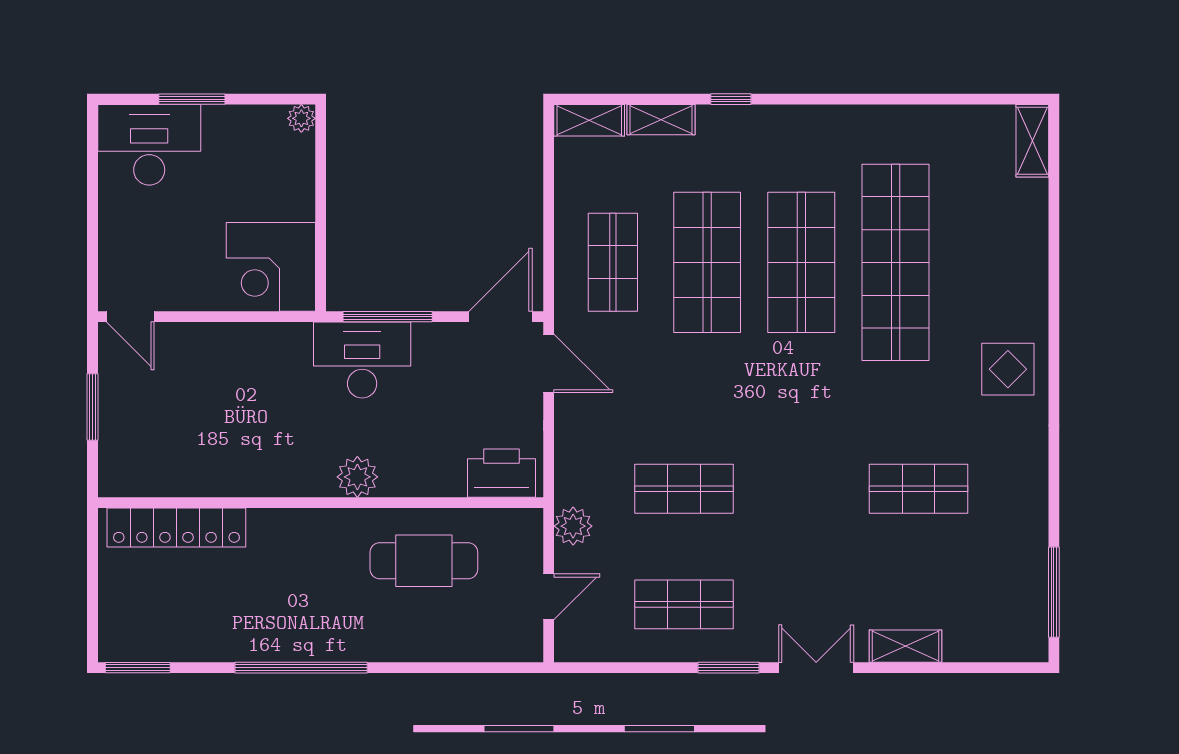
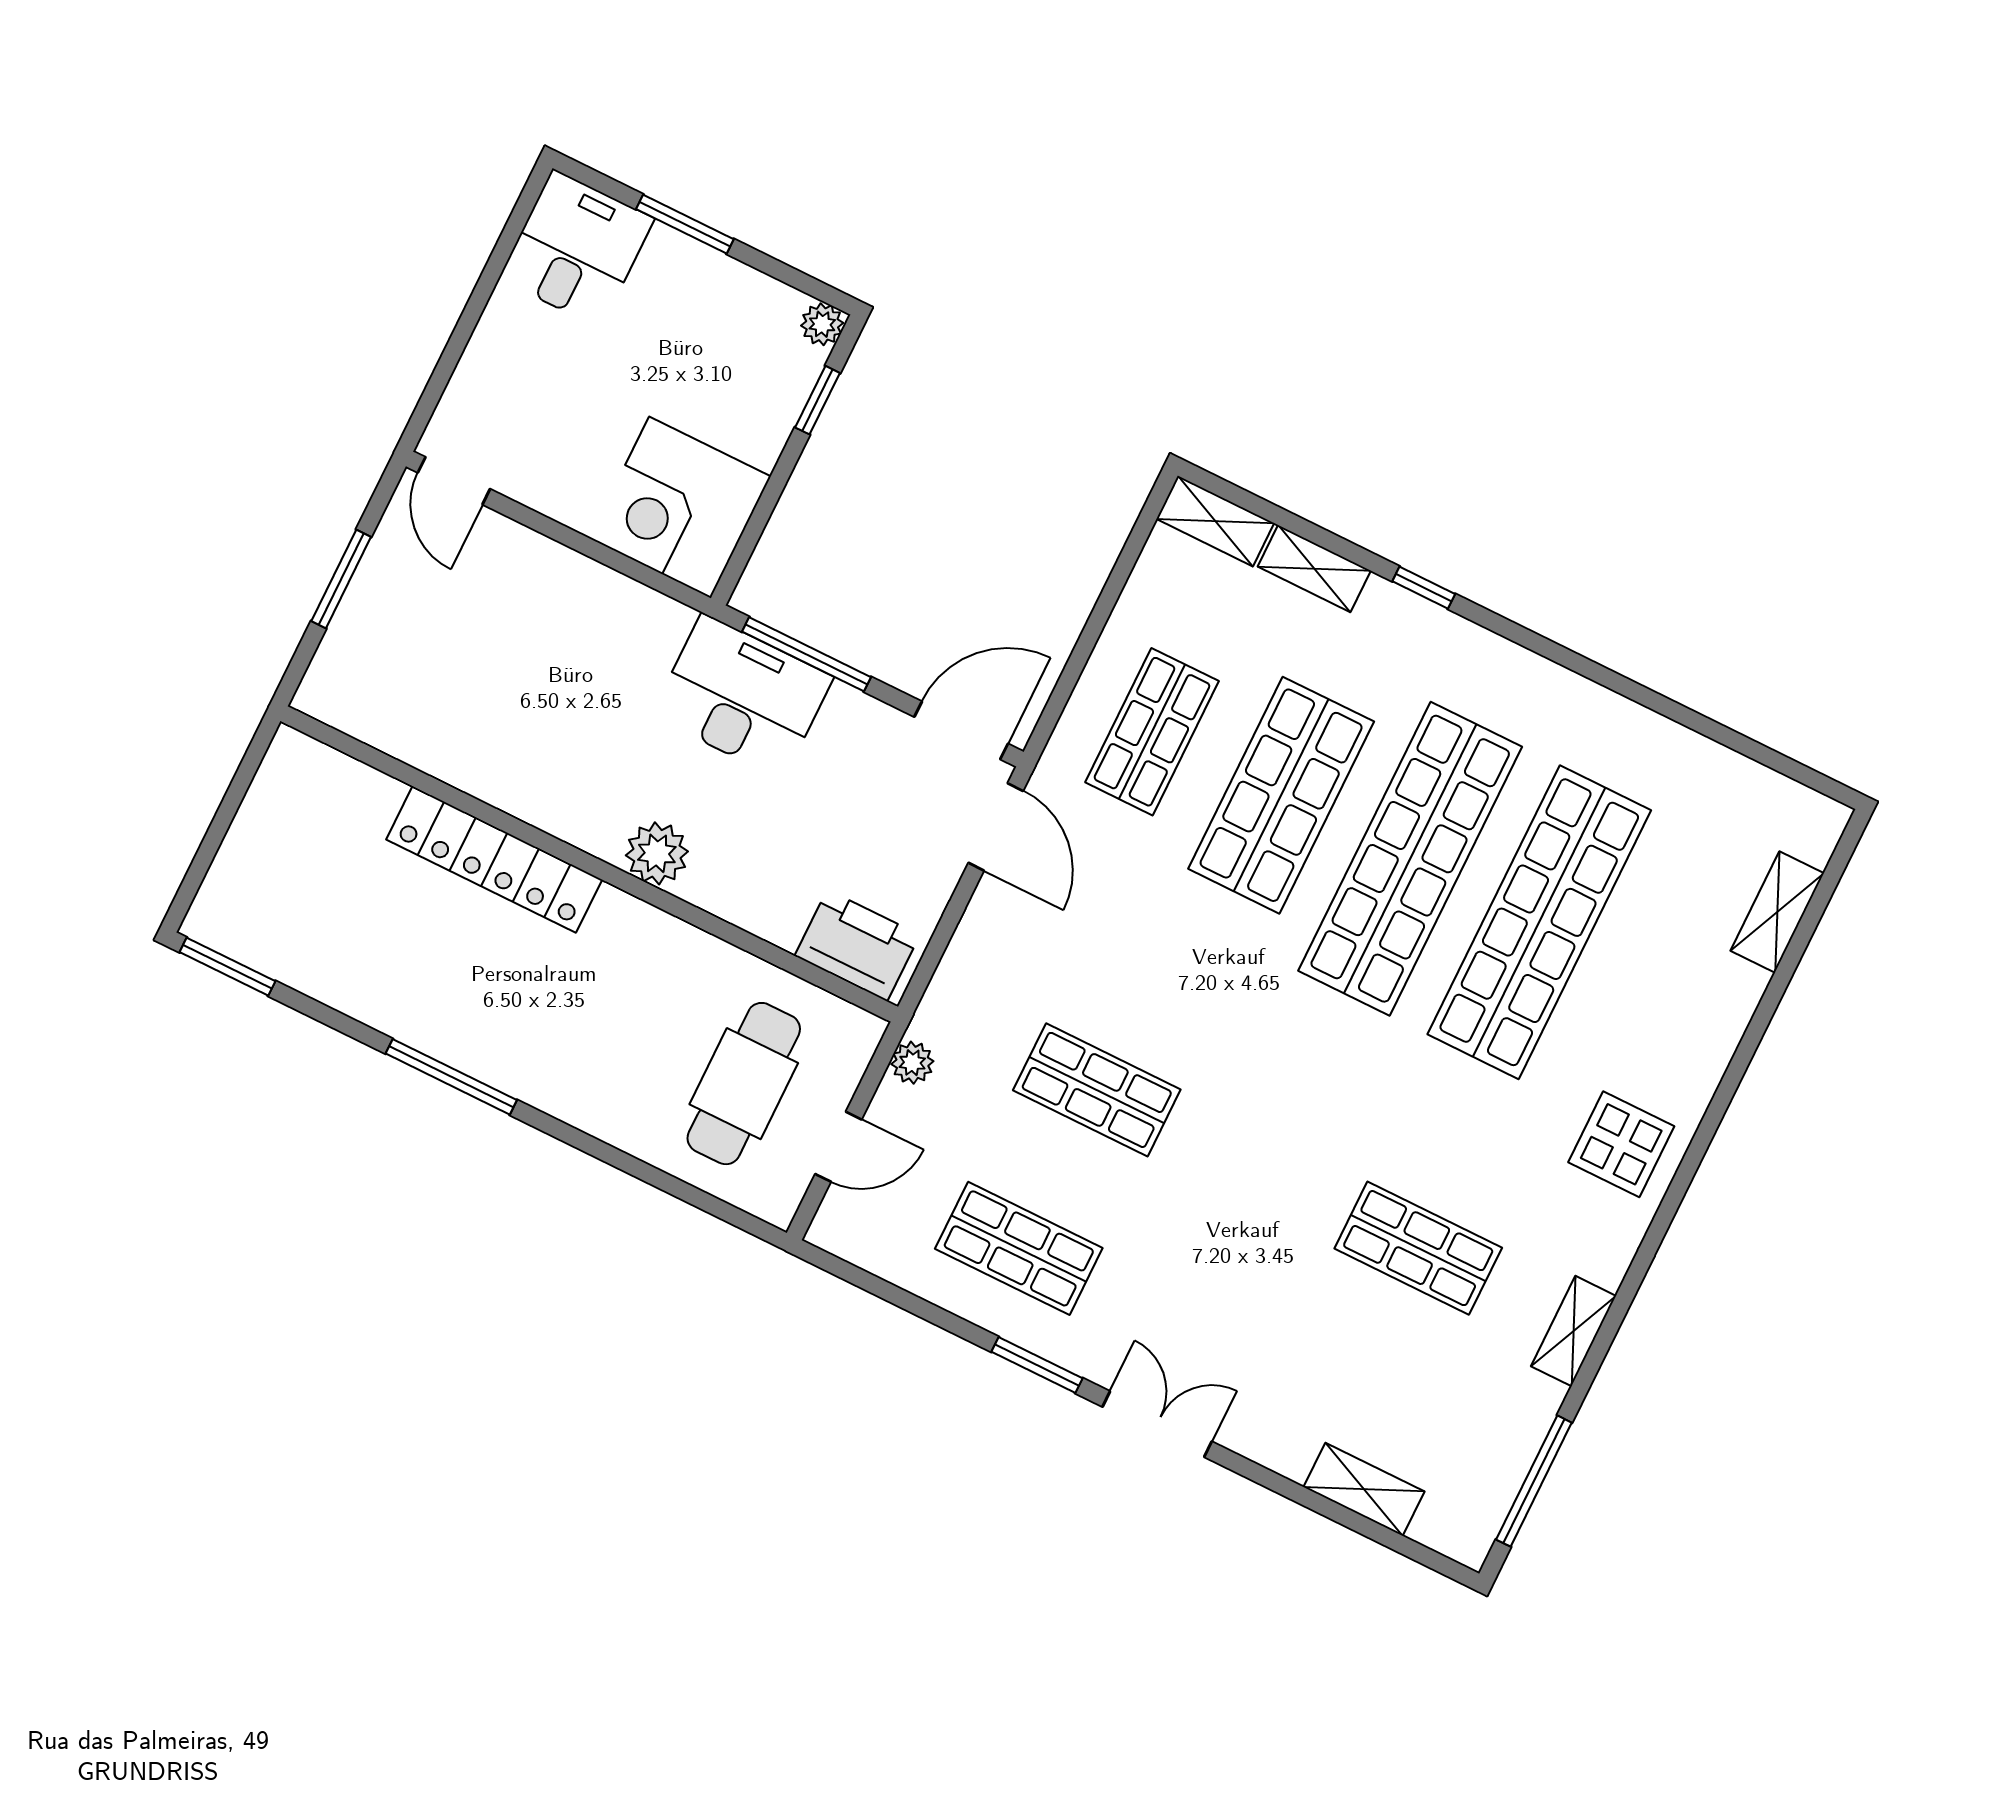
shelving: (1032, 141) -> (1777, 912), moved
desk: (149, 145) -> (577, 249), width x0.73
window: (321, 164) -> (817, 400), added
shop shelf: (801, 262) -> (1410, 859), width x1.40
shelving: (1034, 493) -> (1574, 1331), added
plant: (573, 526) -> (912, 1063), width x0.73, depth x0.73
locker: (176, 528) -> (494, 859), moved
cafe table: (424, 561) -> (744, 1084), moved, turned 90
shelving: (906, 646) -> (1364, 1489), moved
window: (301, 668) -> (451, 1077), width x0.68

